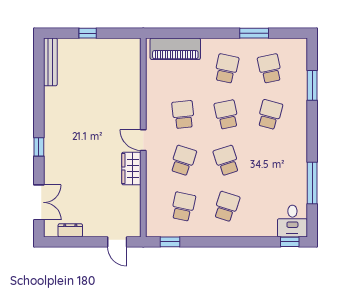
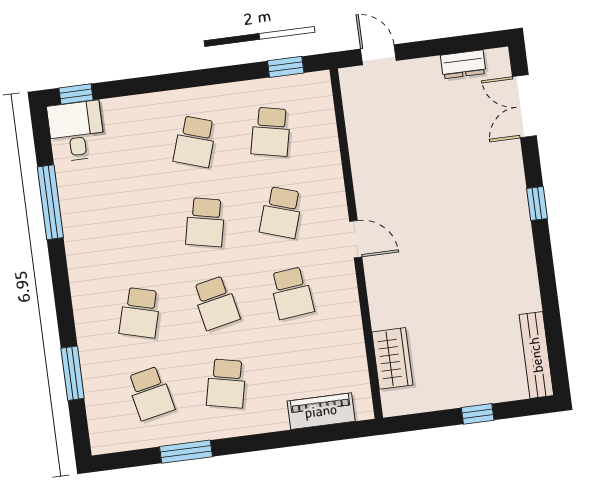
piano: (175, 49) -> (321, 411), width x0.73, depth x0.75
school desk: (226, 161) -> (205, 222), turned 30
wardrobe: (131, 169) -> (392, 358), moved

